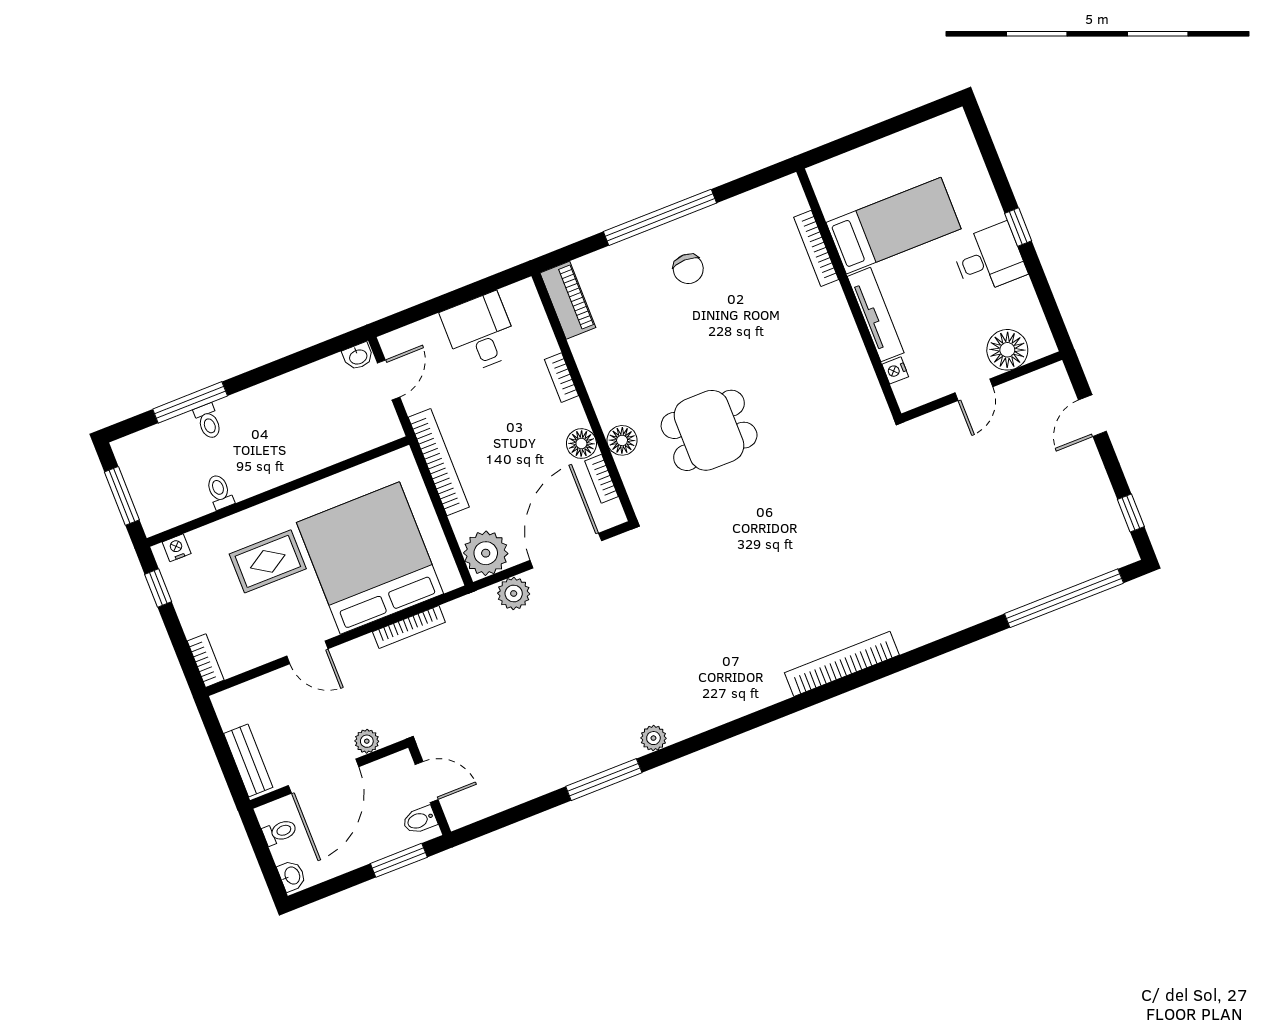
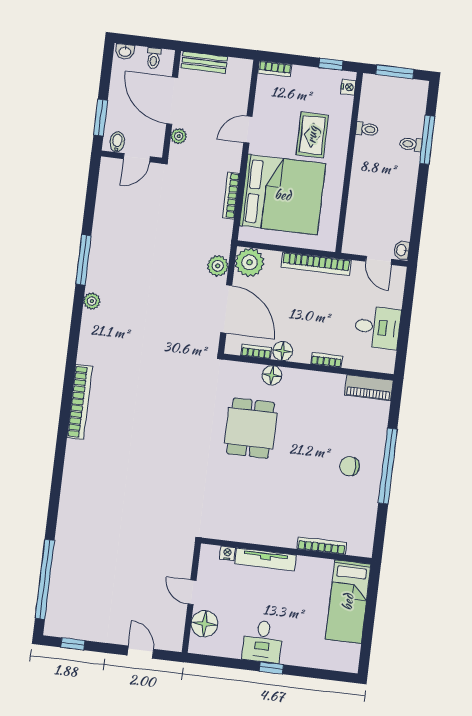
bed: (894, 226) -> (348, 602), moved
bookcase: (842, 664) -> (80, 402), moved

